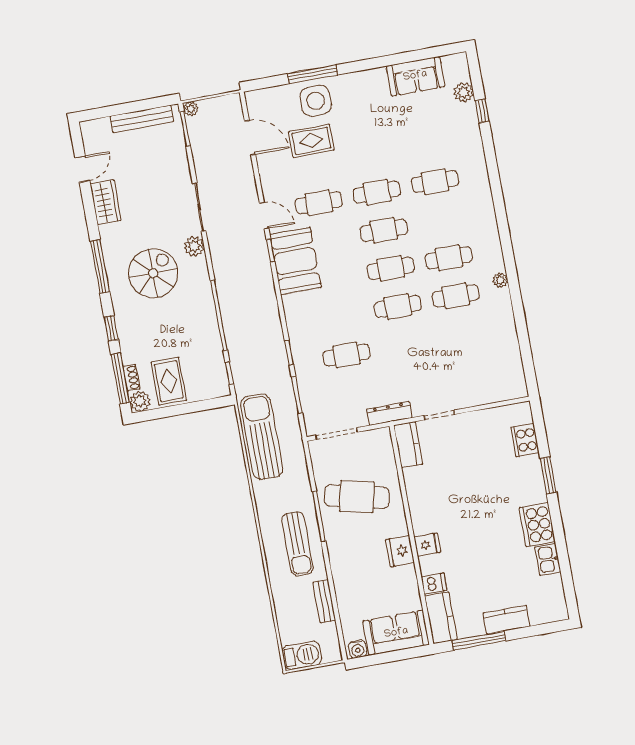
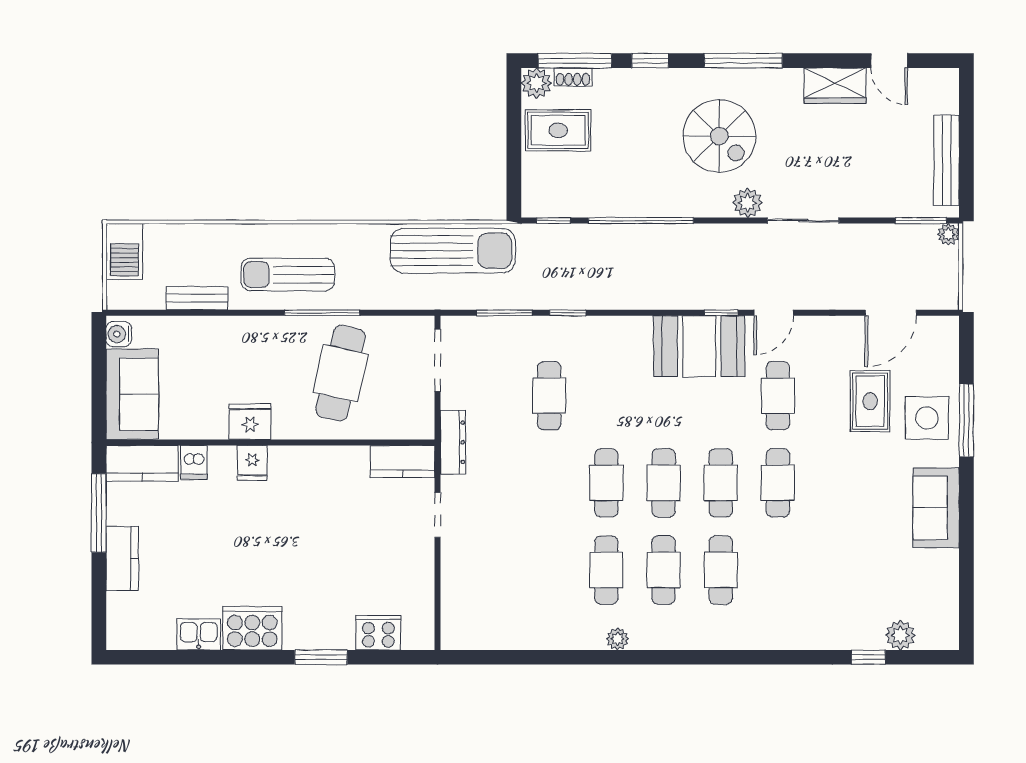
sofa: (415, 76) -> (936, 508), moved
cafe table: (435, 182) -> (721, 570), moved

